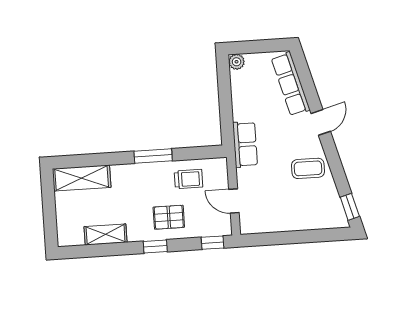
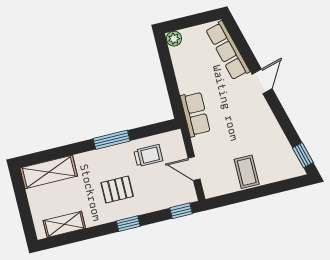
coffee table: (308, 168) -> (247, 172), moved, turned 90
pallet: (169, 217) -> (117, 190), moved
shelving: (106, 234) -> (64, 224), moved

